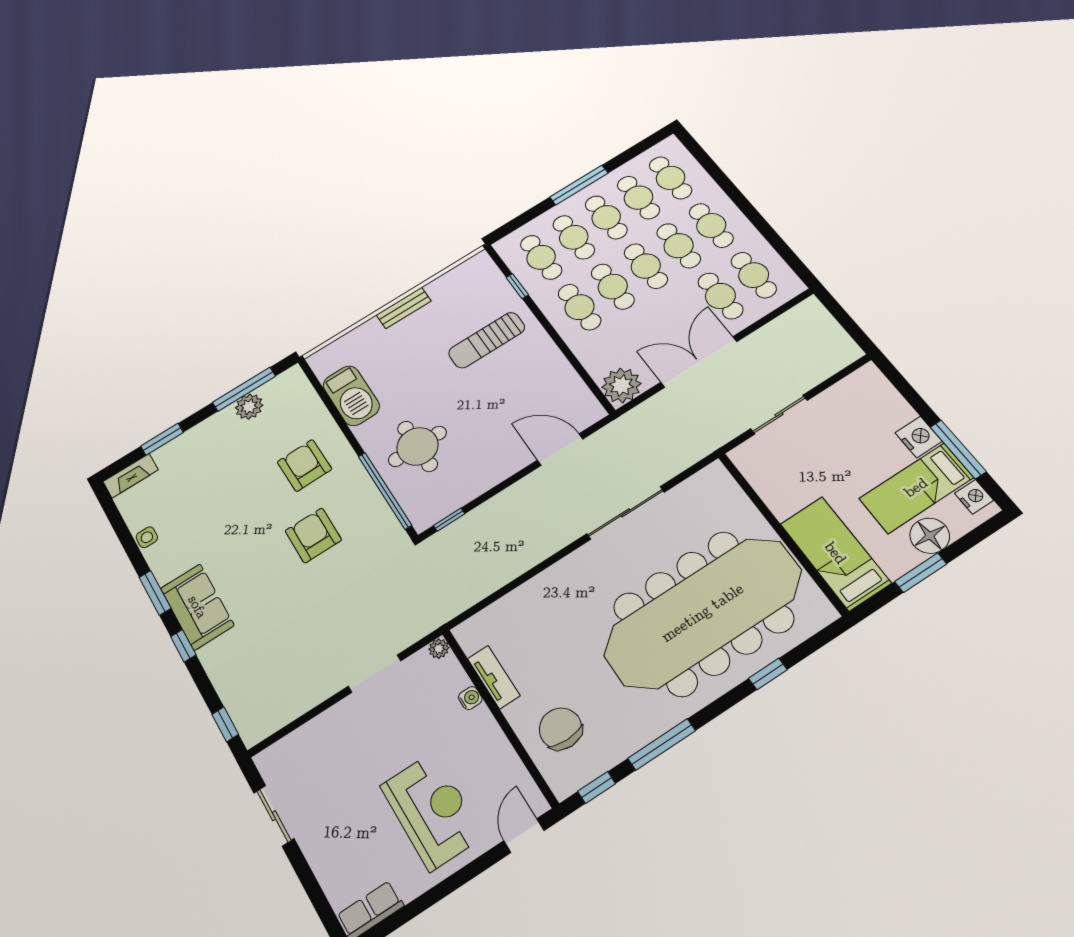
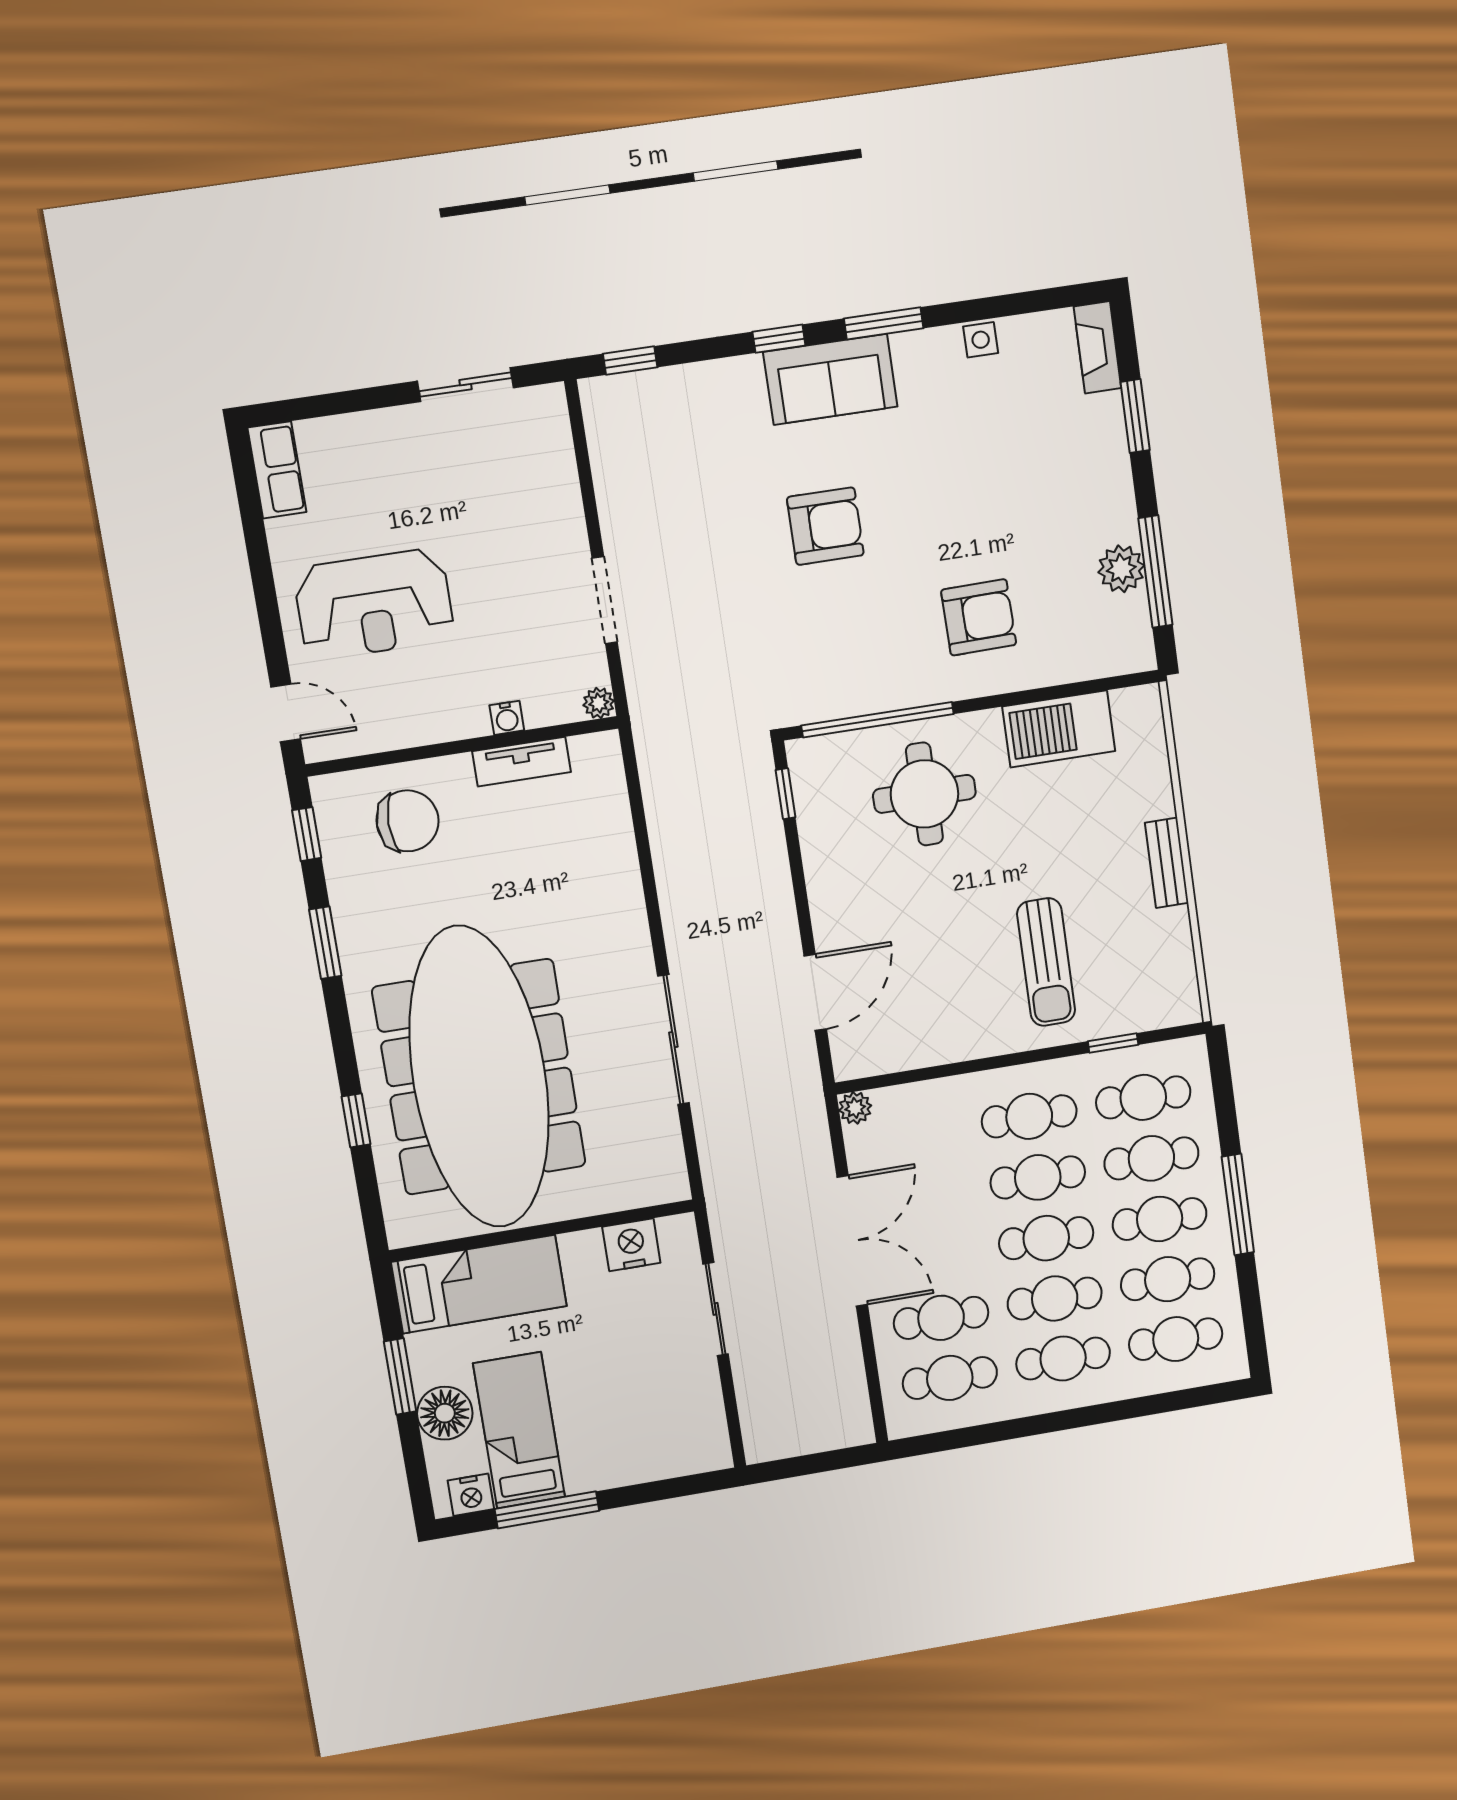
sun lounger: (487, 340) -> (1046, 962), turned 180
plant: (621, 385) -> (855, 1108), width x0.53, depth x0.53
nightstand: (919, 437) -> (631, 1245), moved, turned 180
armchair: (313, 535) -> (825, 526), moved
window: (662, 744) -> (325, 943), width x0.69

